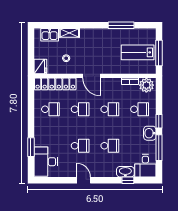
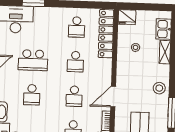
stool: (100, 37) -> (159, 88), added
door: (92, 76) -> (113, 96), moved
school desk: (80, 146) -> (33, 60), width x1.85

